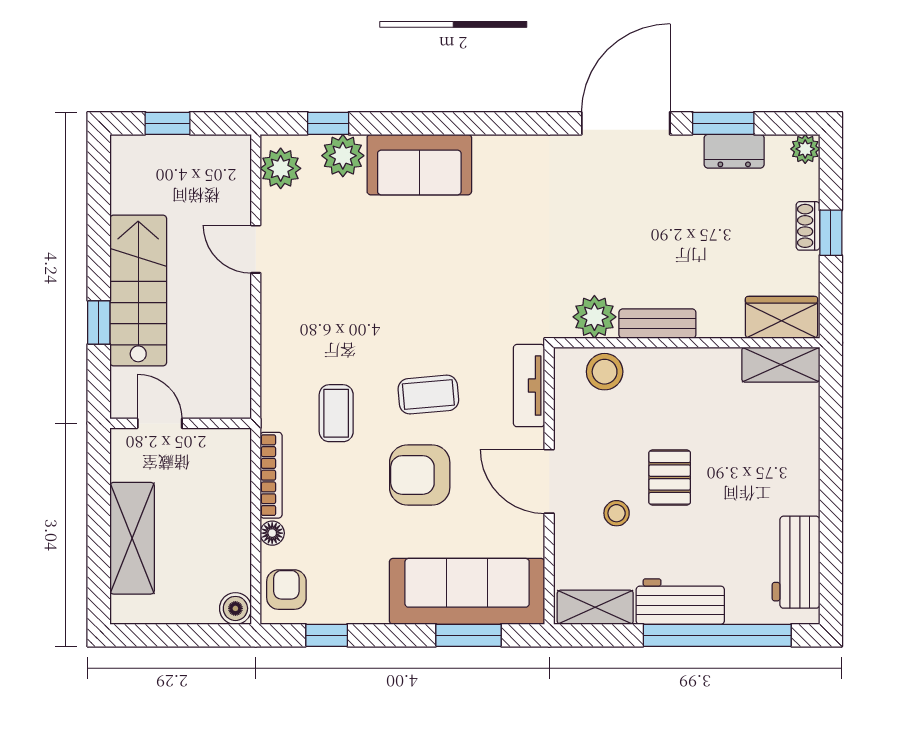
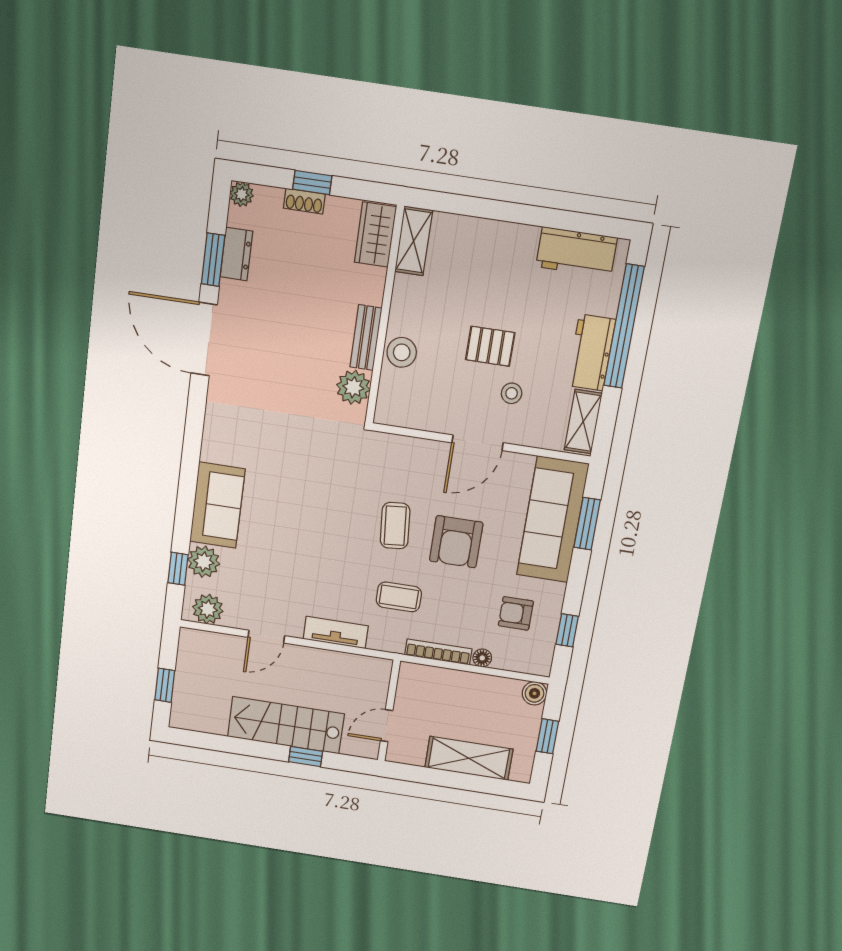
stool: (605, 372) -> (402, 352), moved
tv unit: (529, 386) -> (336, 632), moved, turned 180
armchair: (286, 590) -> (516, 613), moved
window: (180, 635) -> (547, 736), added

